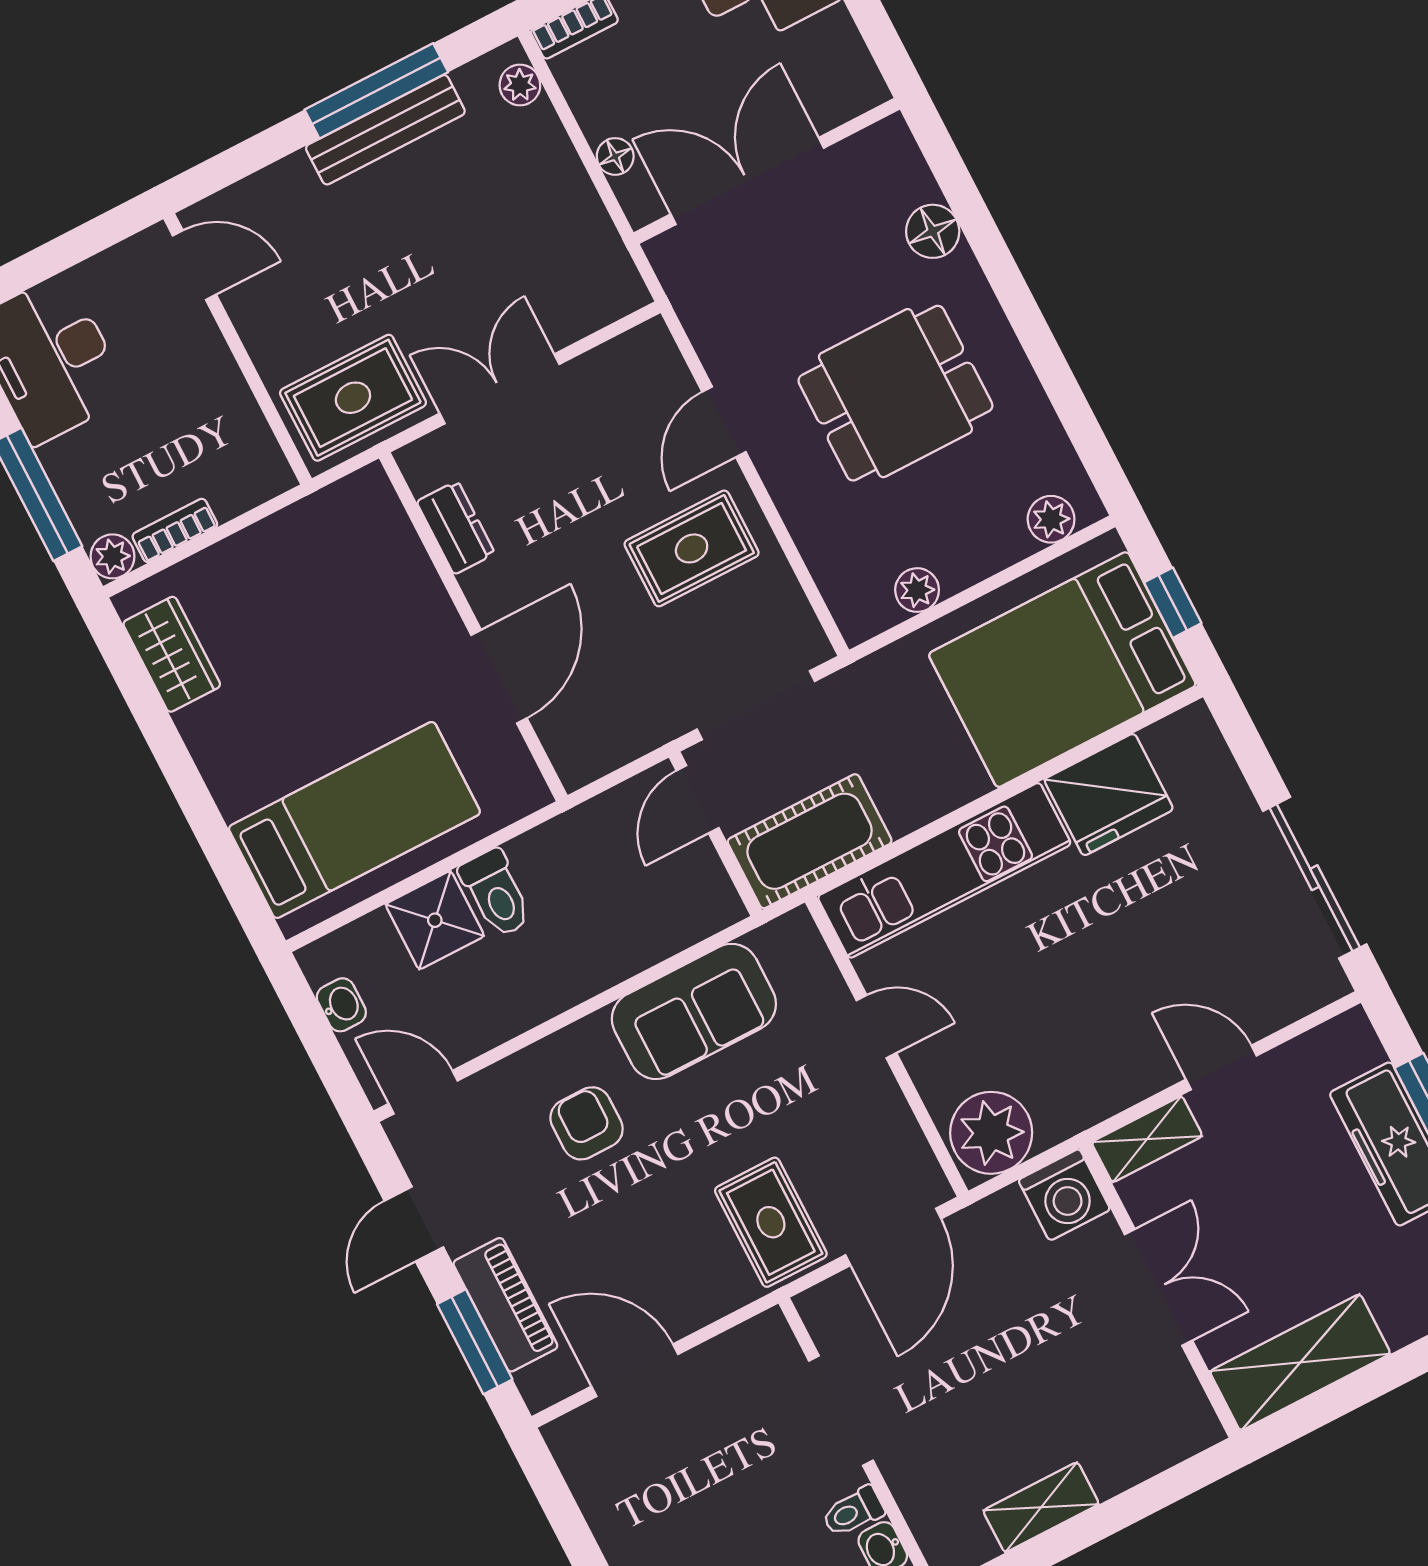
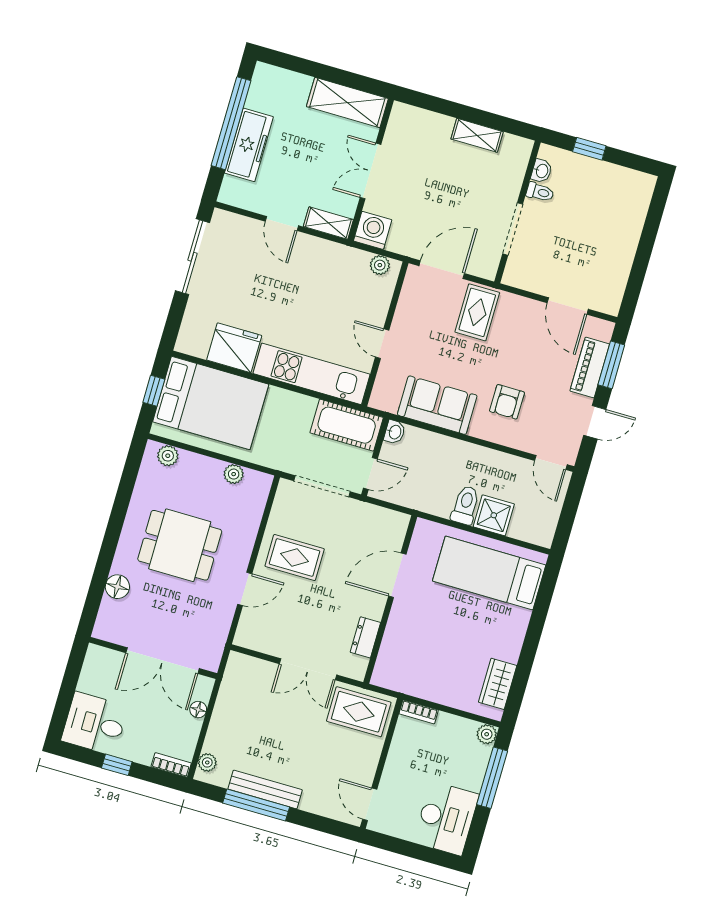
bookcase: (175, 531) -> (419, 712), moved
washbasin: (341, 1005) -> (395, 432), moved, turned 180
plant: (991, 1133) -> (380, 265), width x0.53, depth x0.53

